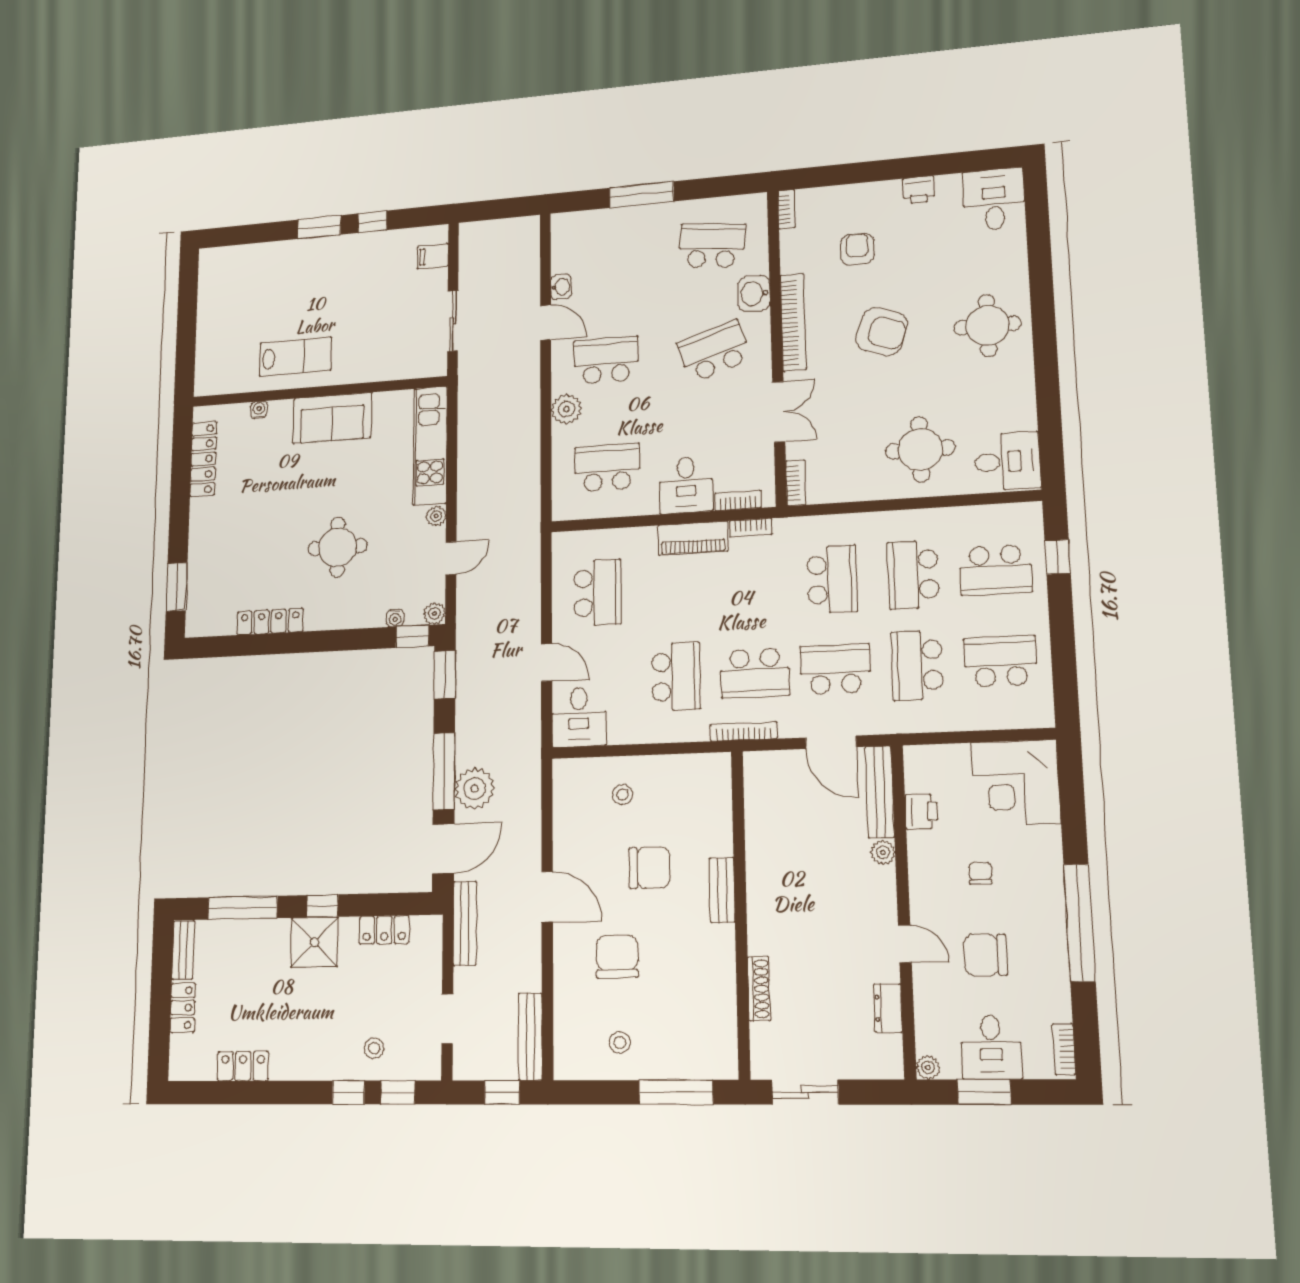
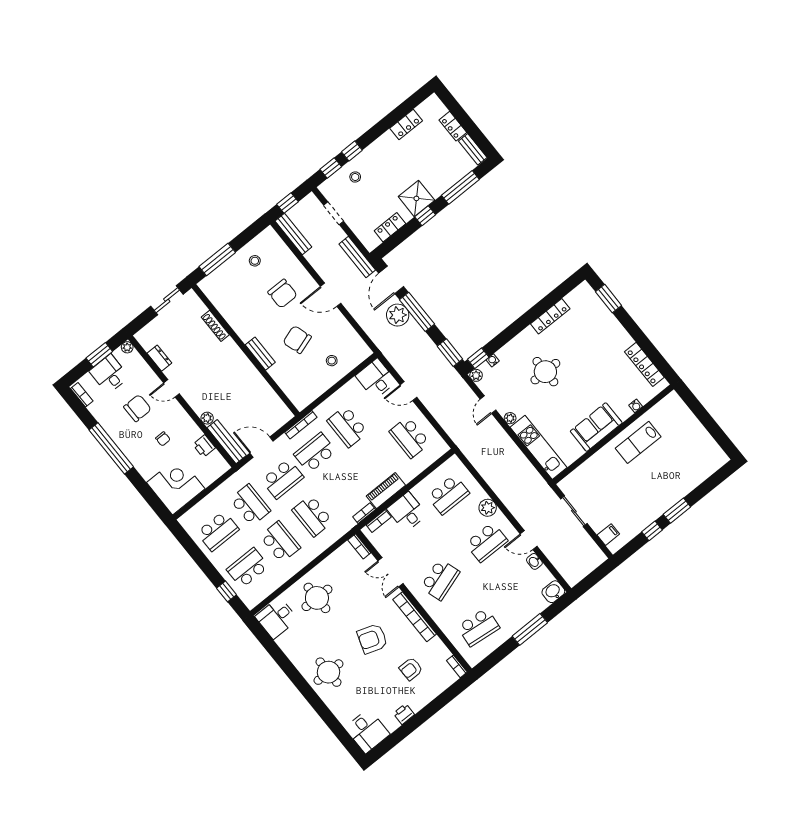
armchair: (857, 249) -> (411, 669), turned 90
washbasin: (754, 294) -> (553, 592), moved, turned -90
chair: (649, 868) -> (297, 340), turned 72

